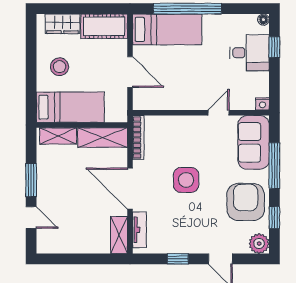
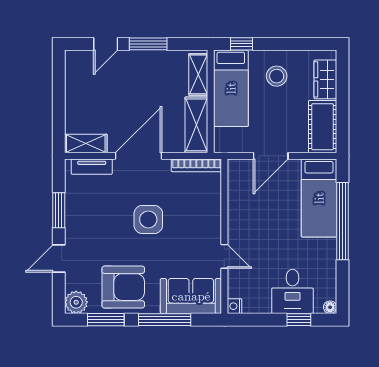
window: (31, 98) -> (242, 44), added
window: (274, 217) -> (106, 320), width x1.50
window: (178, 259) -> (59, 210), width x1.50

